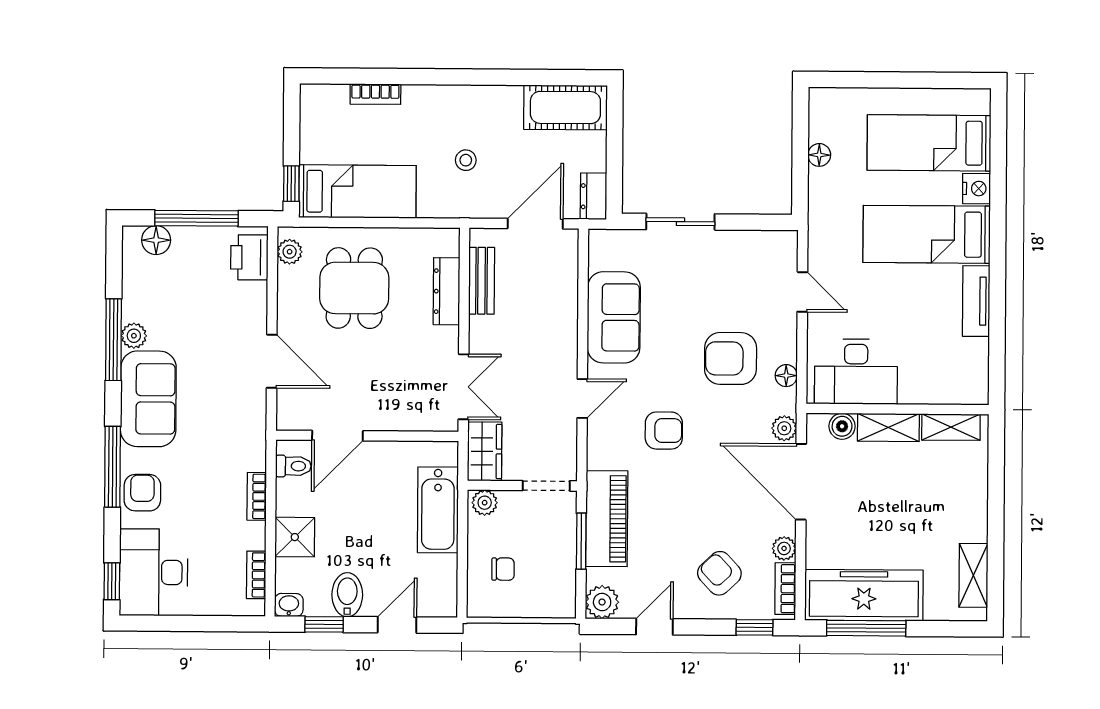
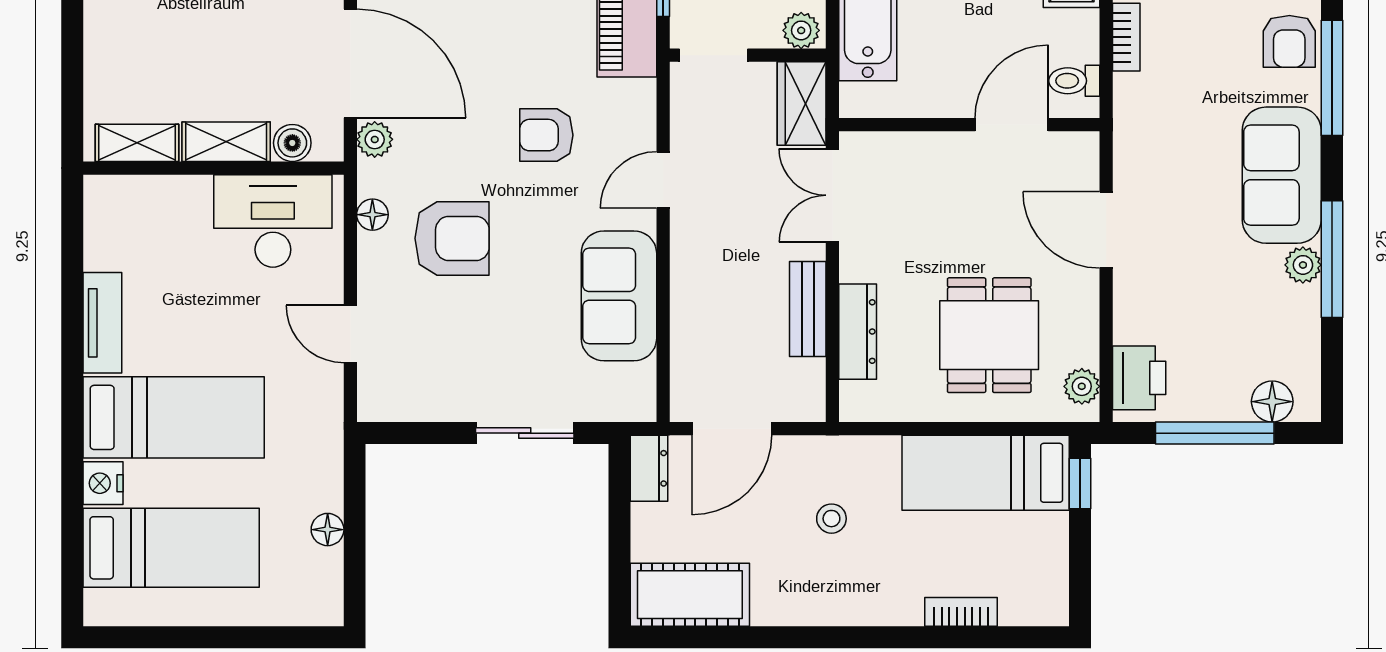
bench: (482, 281) -> (808, 309), moved

